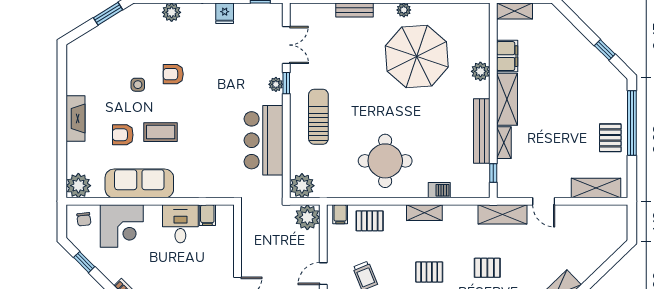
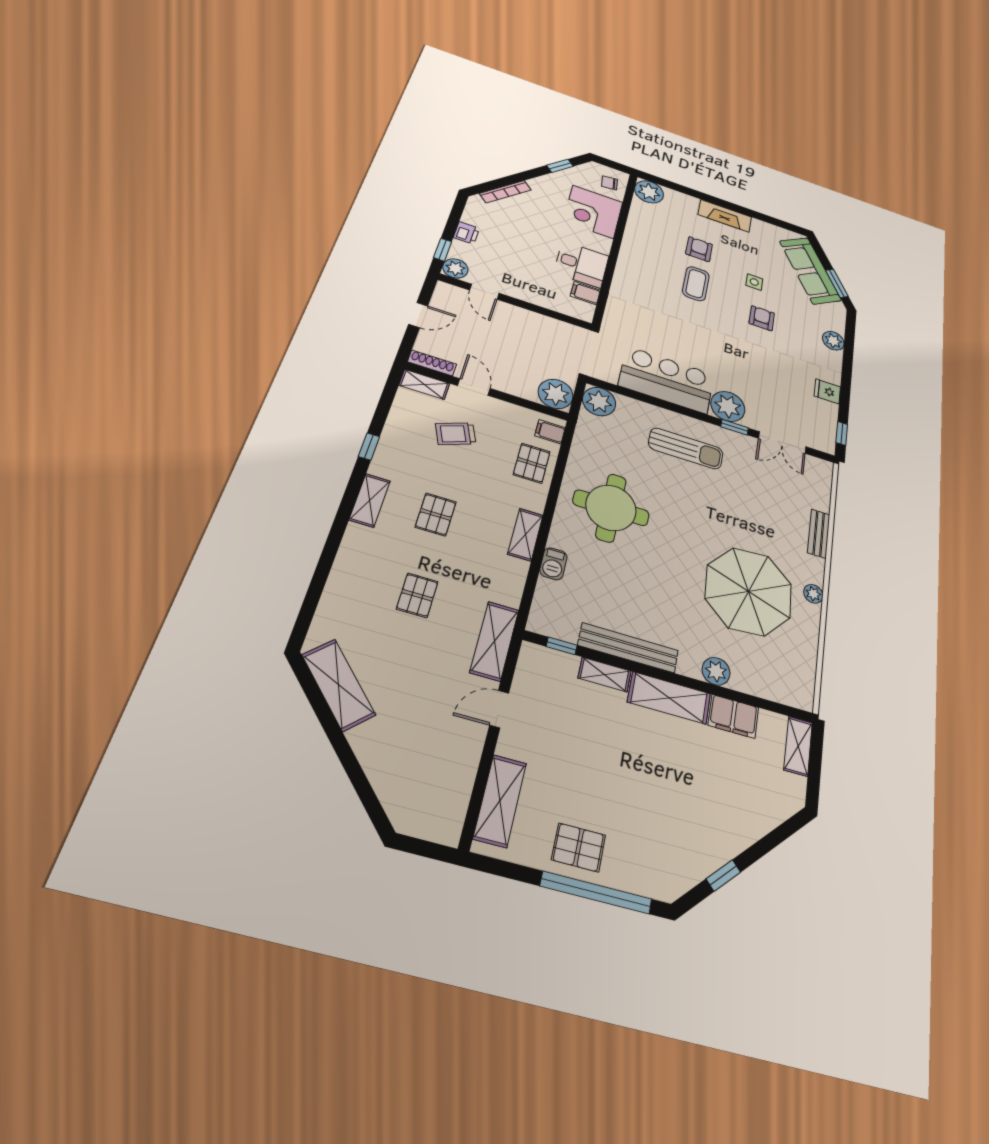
plant: (276, 84) -> (728, 406), width x1.87, depth x1.87
sofa: (139, 183) -> (810, 271), moved, turned 148

